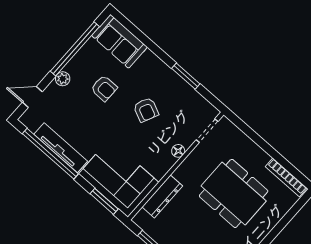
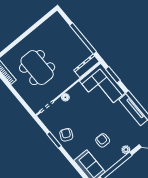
armchair: (146, 110) -> (66, 135), moved
dresser: (162, 196) -> (87, 66), moved

